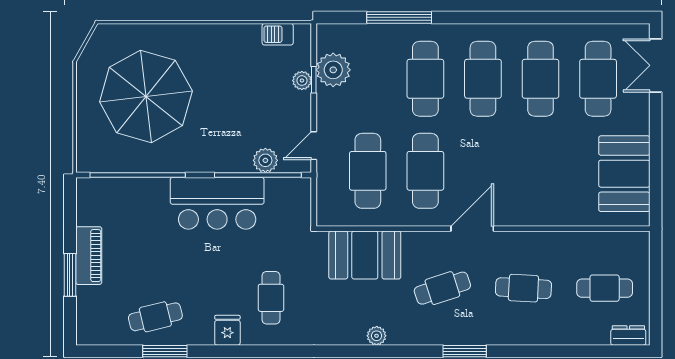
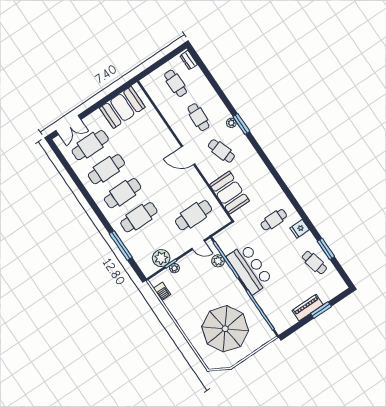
cafe table: (425, 171) -> (177, 191), removed
plant: (377, 336) -> (231, 123), moved

